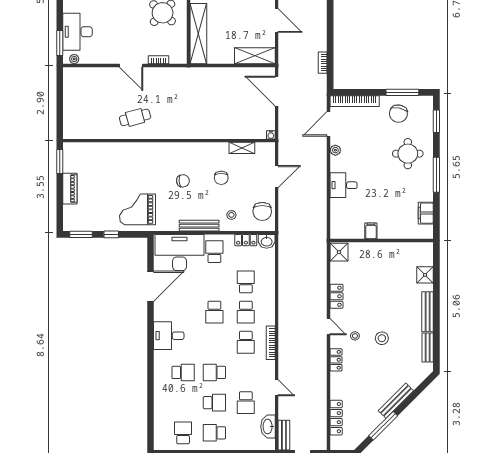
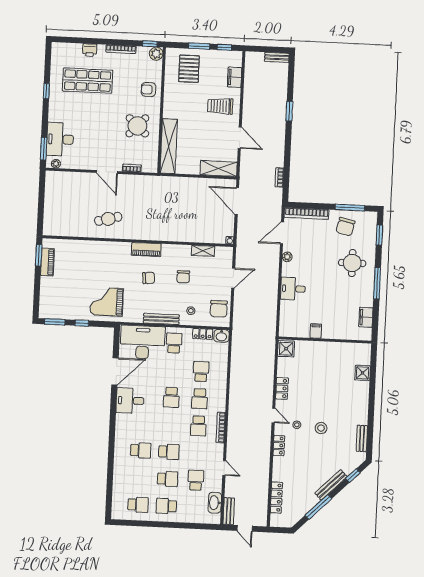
piano: (179, 149) -> (146, 250), added
piano: (70, 189) -> (47, 262), moved
bench: (428, 312) -> (363, 406), removed
desk: (169, 336) -> (130, 401), moved
school desk: (214, 372) -> (169, 452), turned 180
window: (420, 389) -> (353, 476), added
school desk: (246, 403) -> (196, 480), turned 180
school desk: (183, 433) -> (138, 505), turned 90

